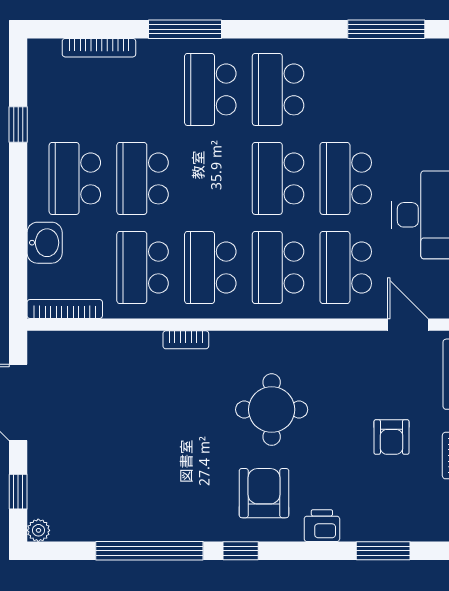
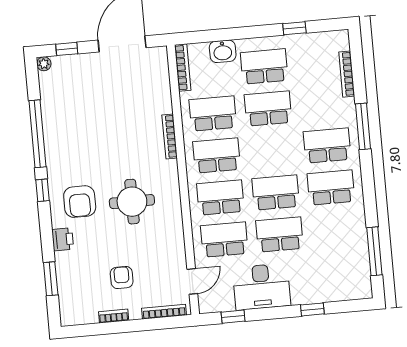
bookcase: (186, 340) -> (170, 136), width x1.56
armchair: (391, 437) -> (122, 277), turned 90
armchair: (264, 493) -> (80, 202), turned 90

